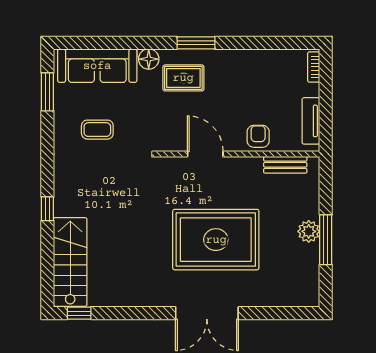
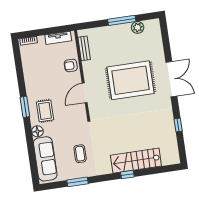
window: (47, 92) -> (77, 182), moved
plant: (309, 231) -> (138, 27), moved
rug: (216, 240) -> (131, 80), turned 90
stairs: (70, 262) -> (136, 161), moved
window: (79, 313) -> (178, 125), moved

